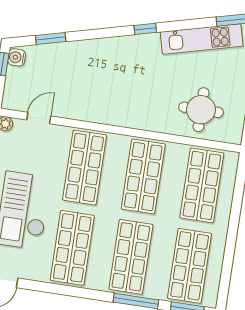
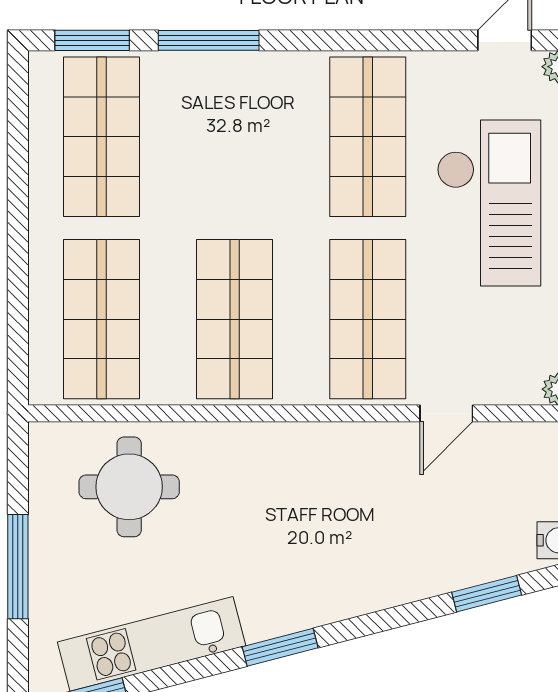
window: (145, 29) -> (280, 647), width x1.50
door: (39, 118) -> (446, 413), moved
shop shelf: (131, 257) -> (235, 137), removed

